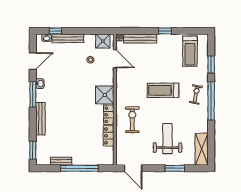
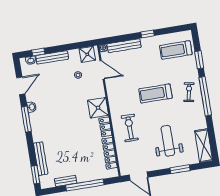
treadmill: (190, 51) -> (176, 50), turned 90
bench: (40, 119) -> (41, 159), moved
locker: (109, 136) -> (110, 153), width x1.53

